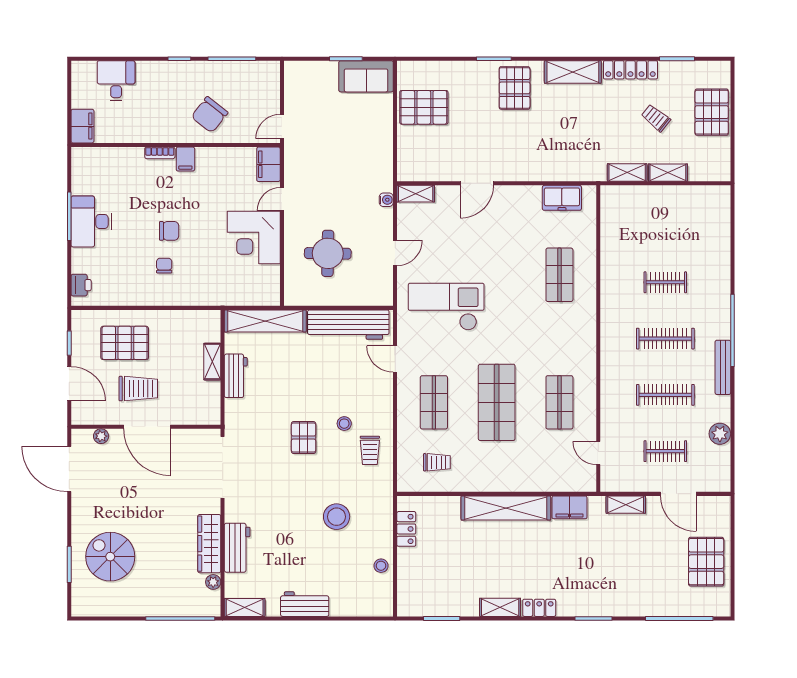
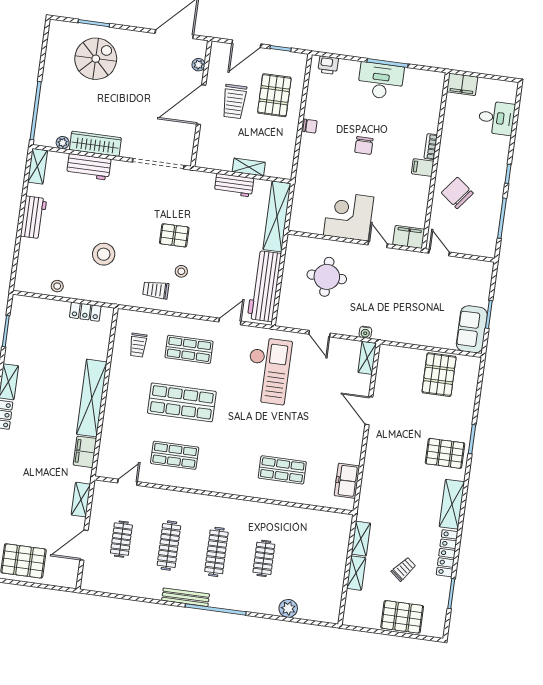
chair: (164, 266) -> (310, 126), moved
plant: (720, 434) -> (288, 608), moved

